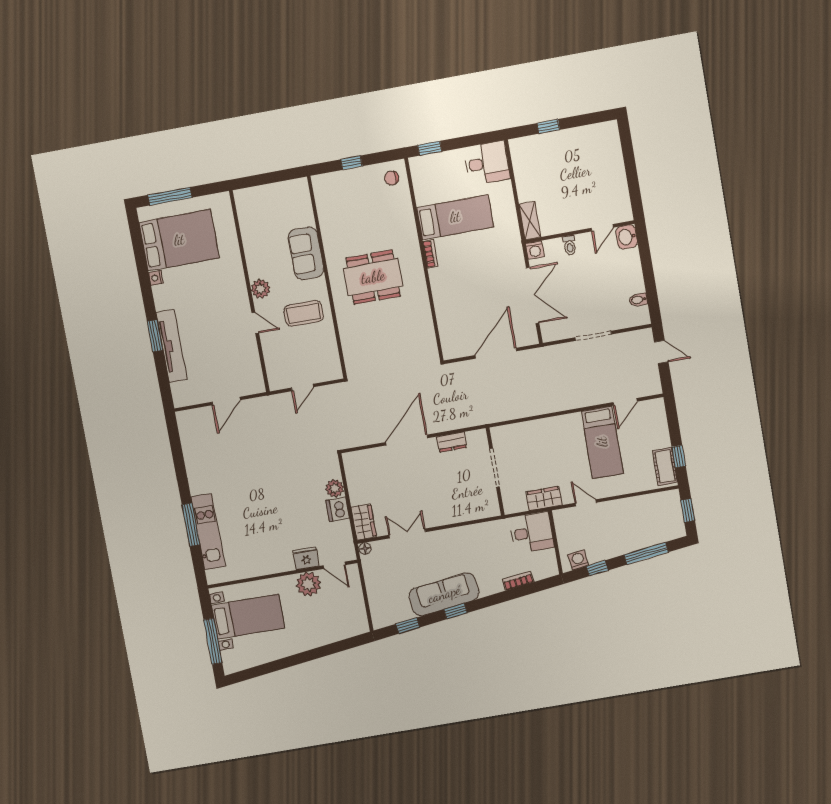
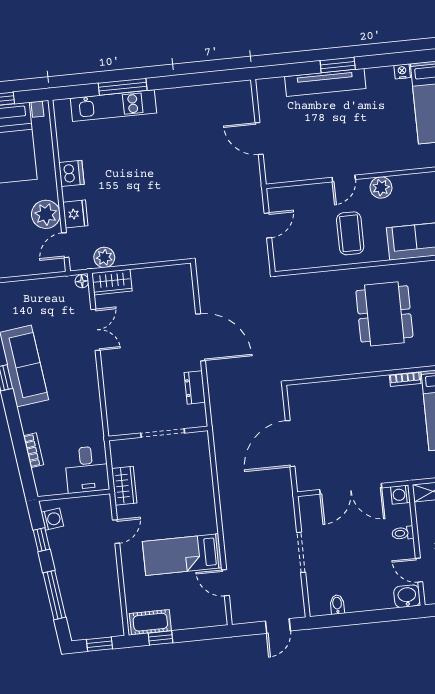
door: (496, 353) -> (290, 444), swing flipped
door: (302, 387) -> (268, 225), swing flipped
plant: (335, 488) -> (104, 257), moved
dishwasher: (338, 509) -> (71, 173), moved, turned 90

